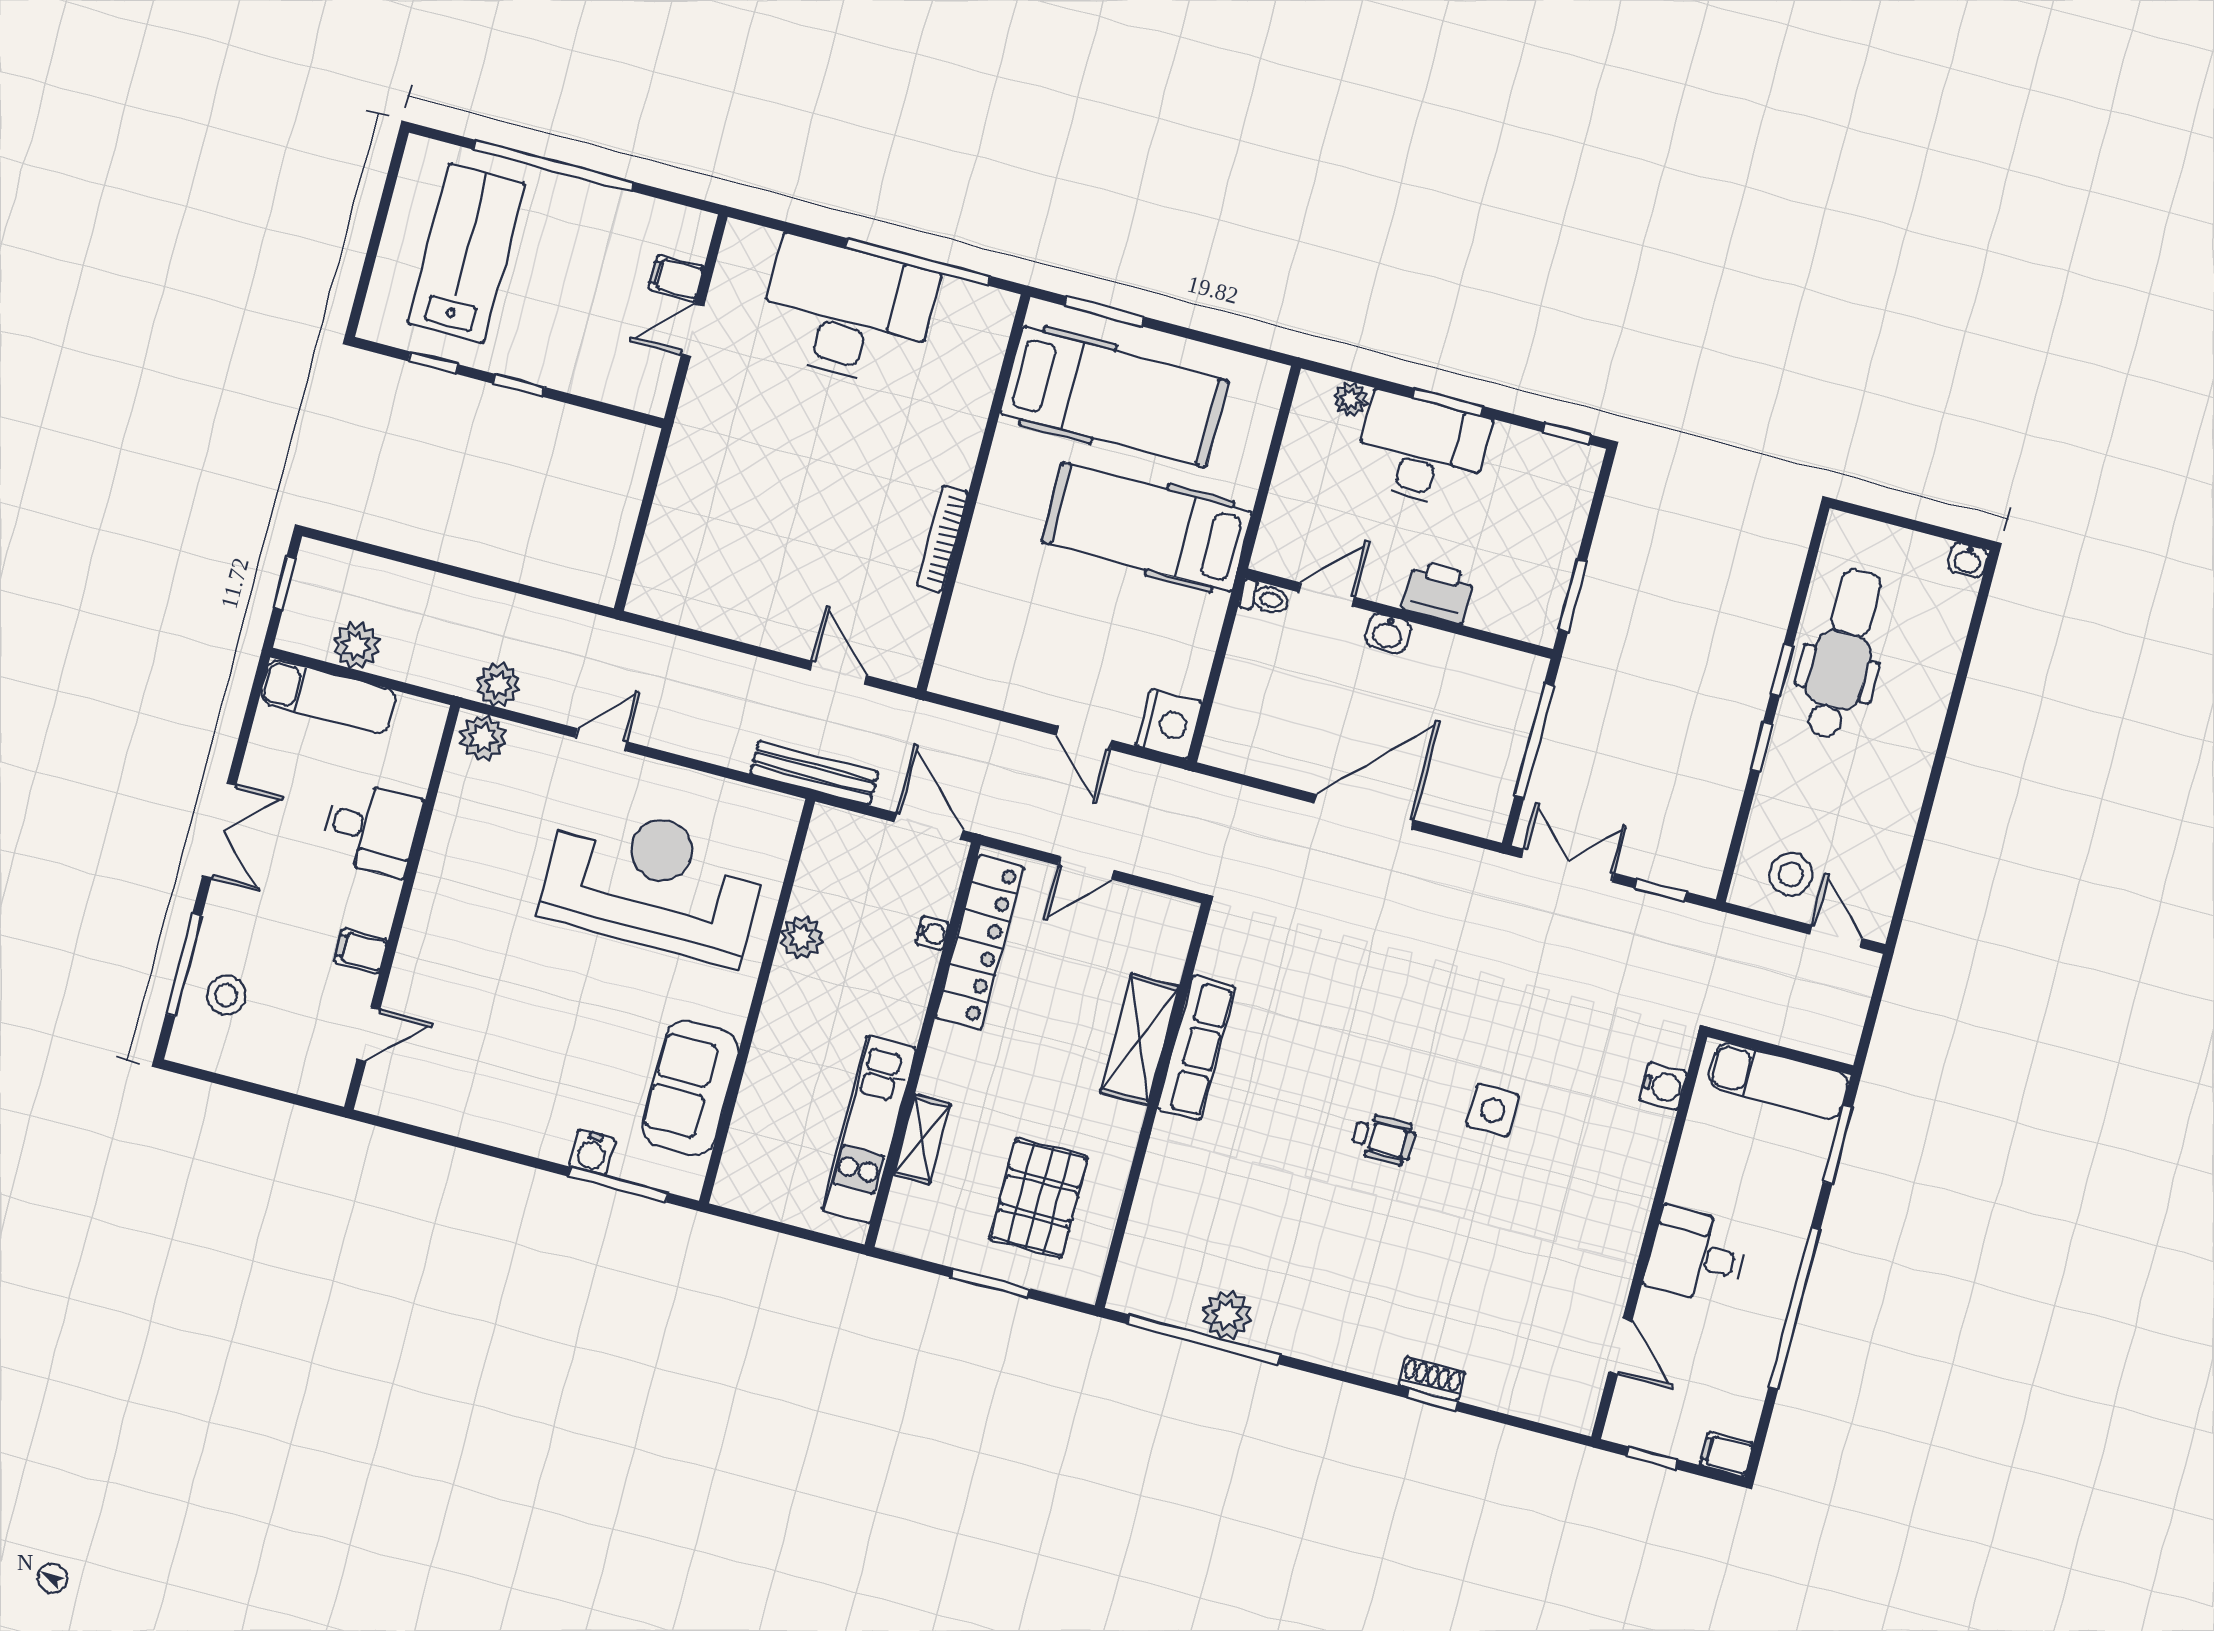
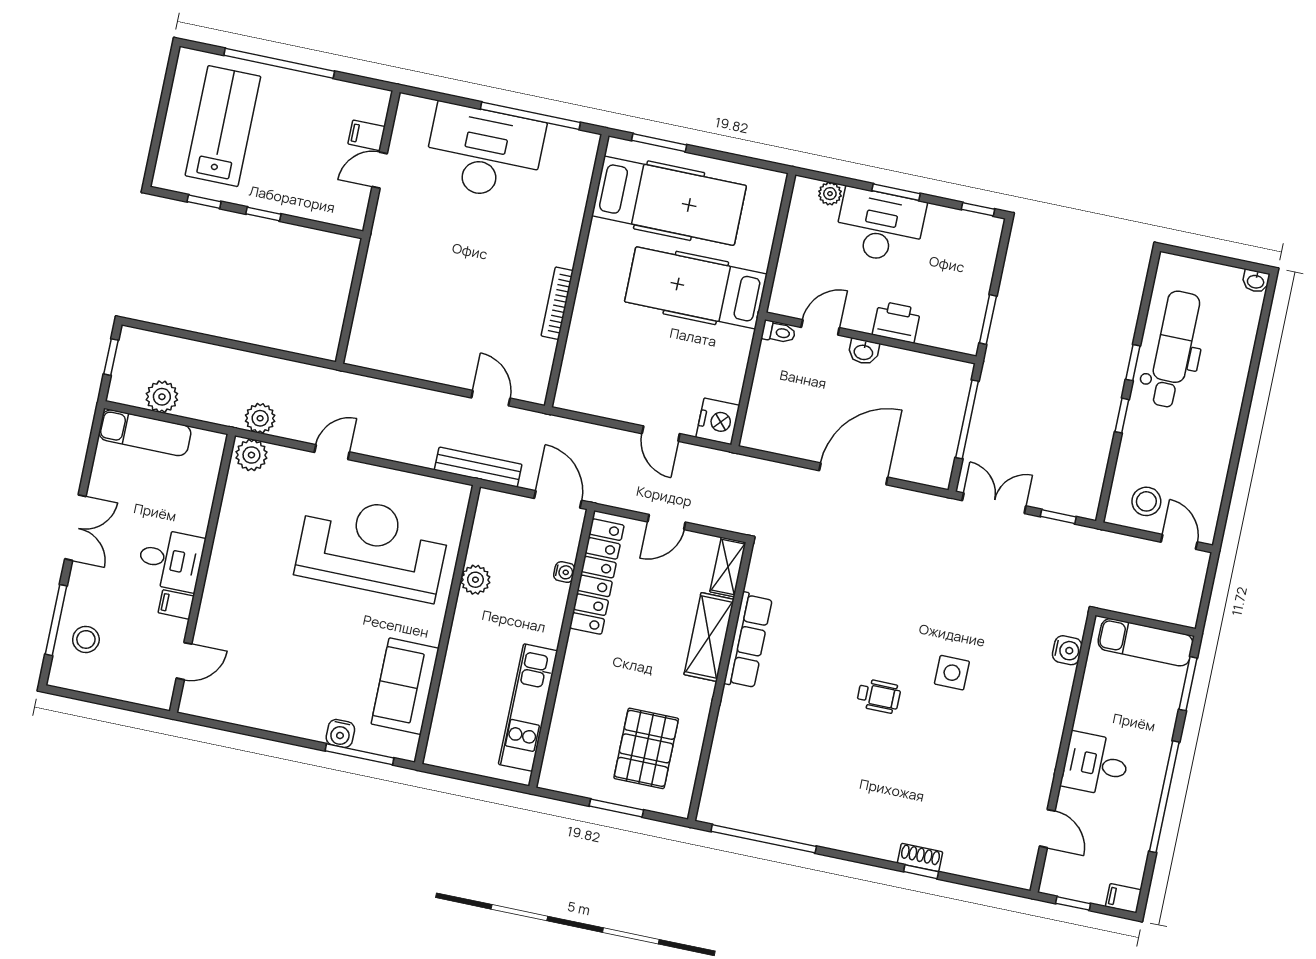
desk: (371, 829) -> (171, 560), moved
shelving: (922, 1139) -> (728, 567), moved
plant: (1227, 1315) -> (778, 821), removed

